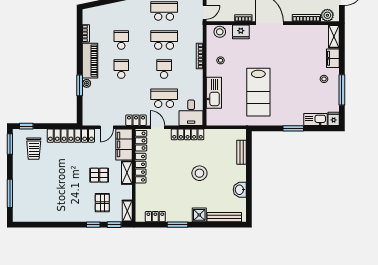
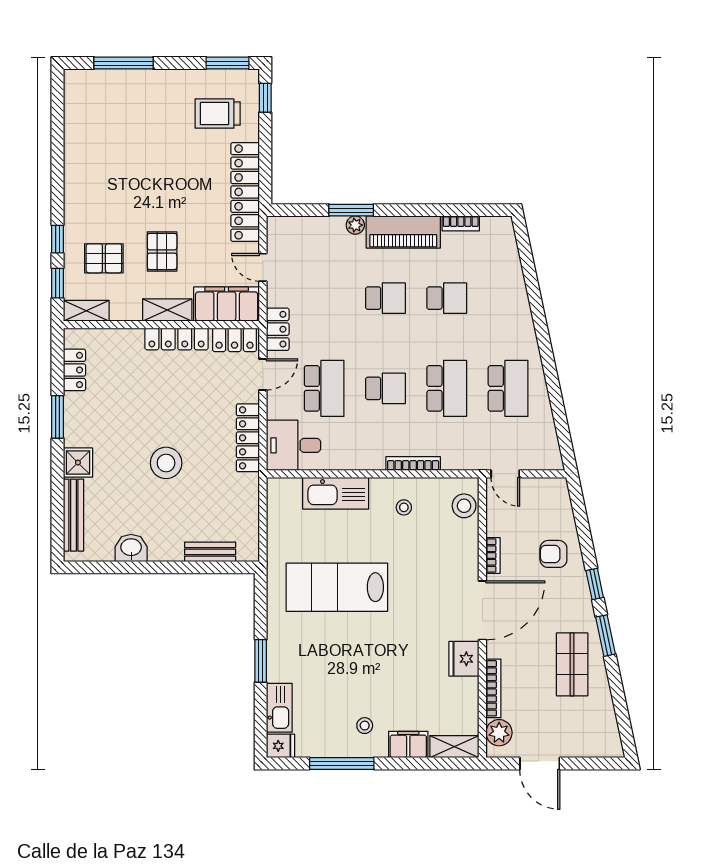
fridge: (241, 32) -> (464, 659), moved

